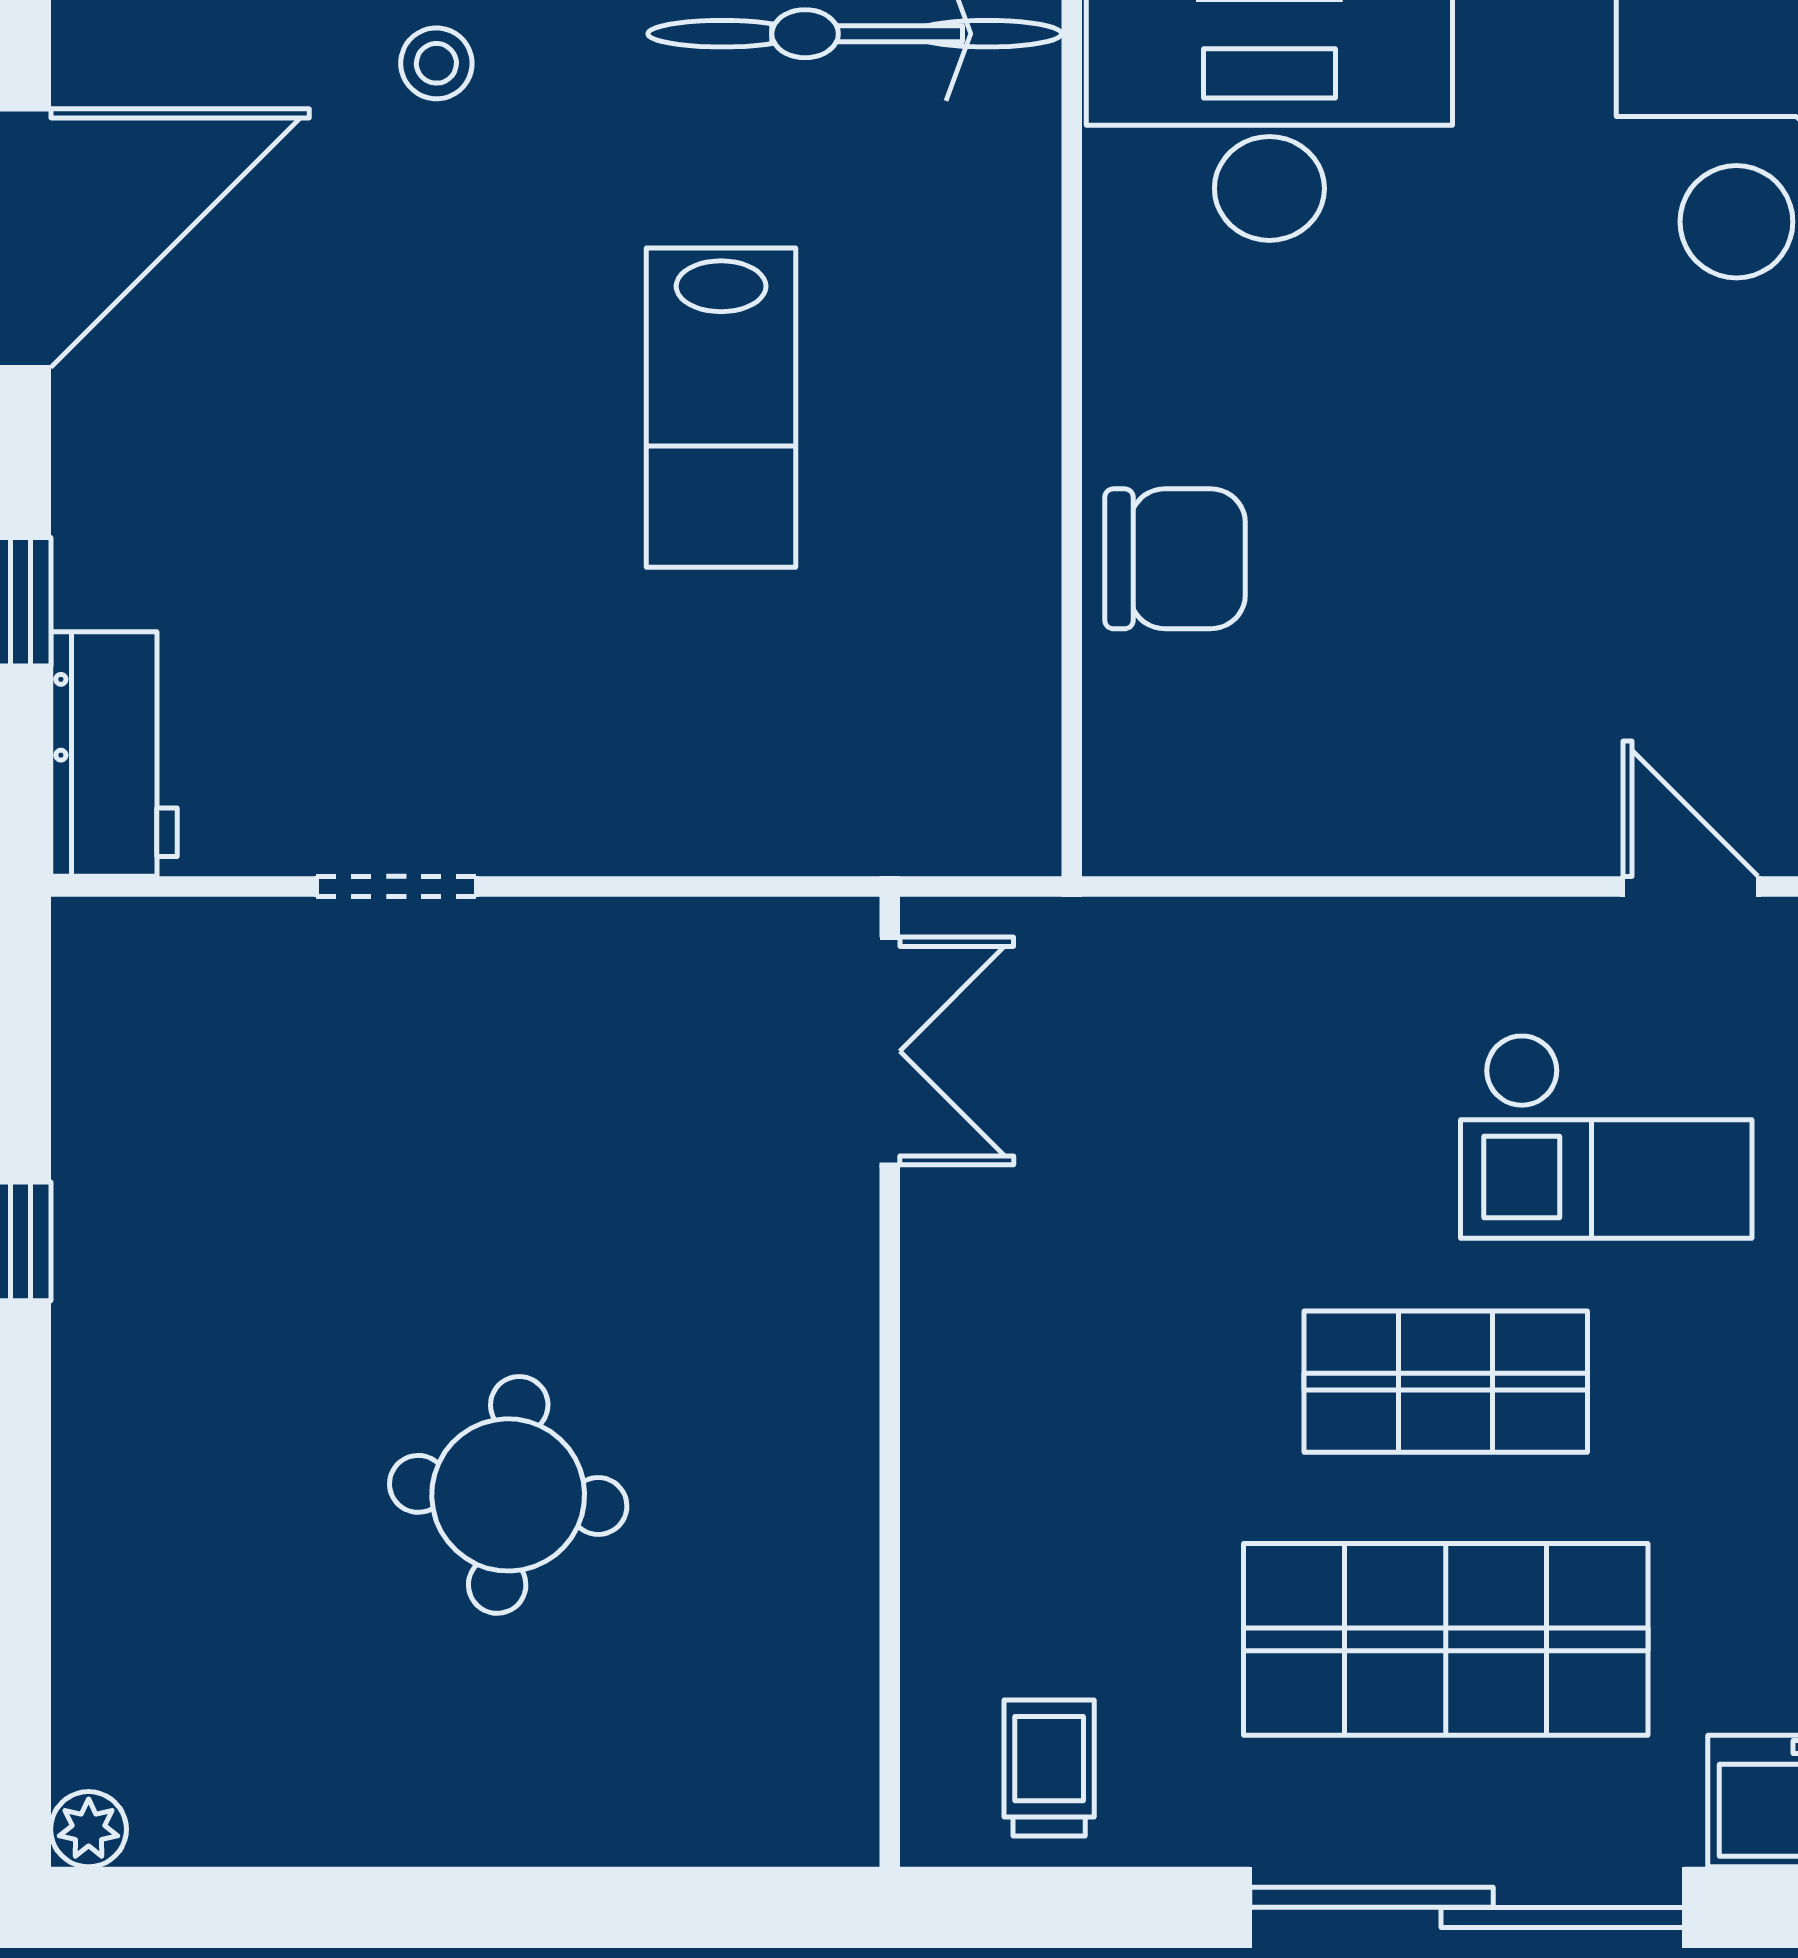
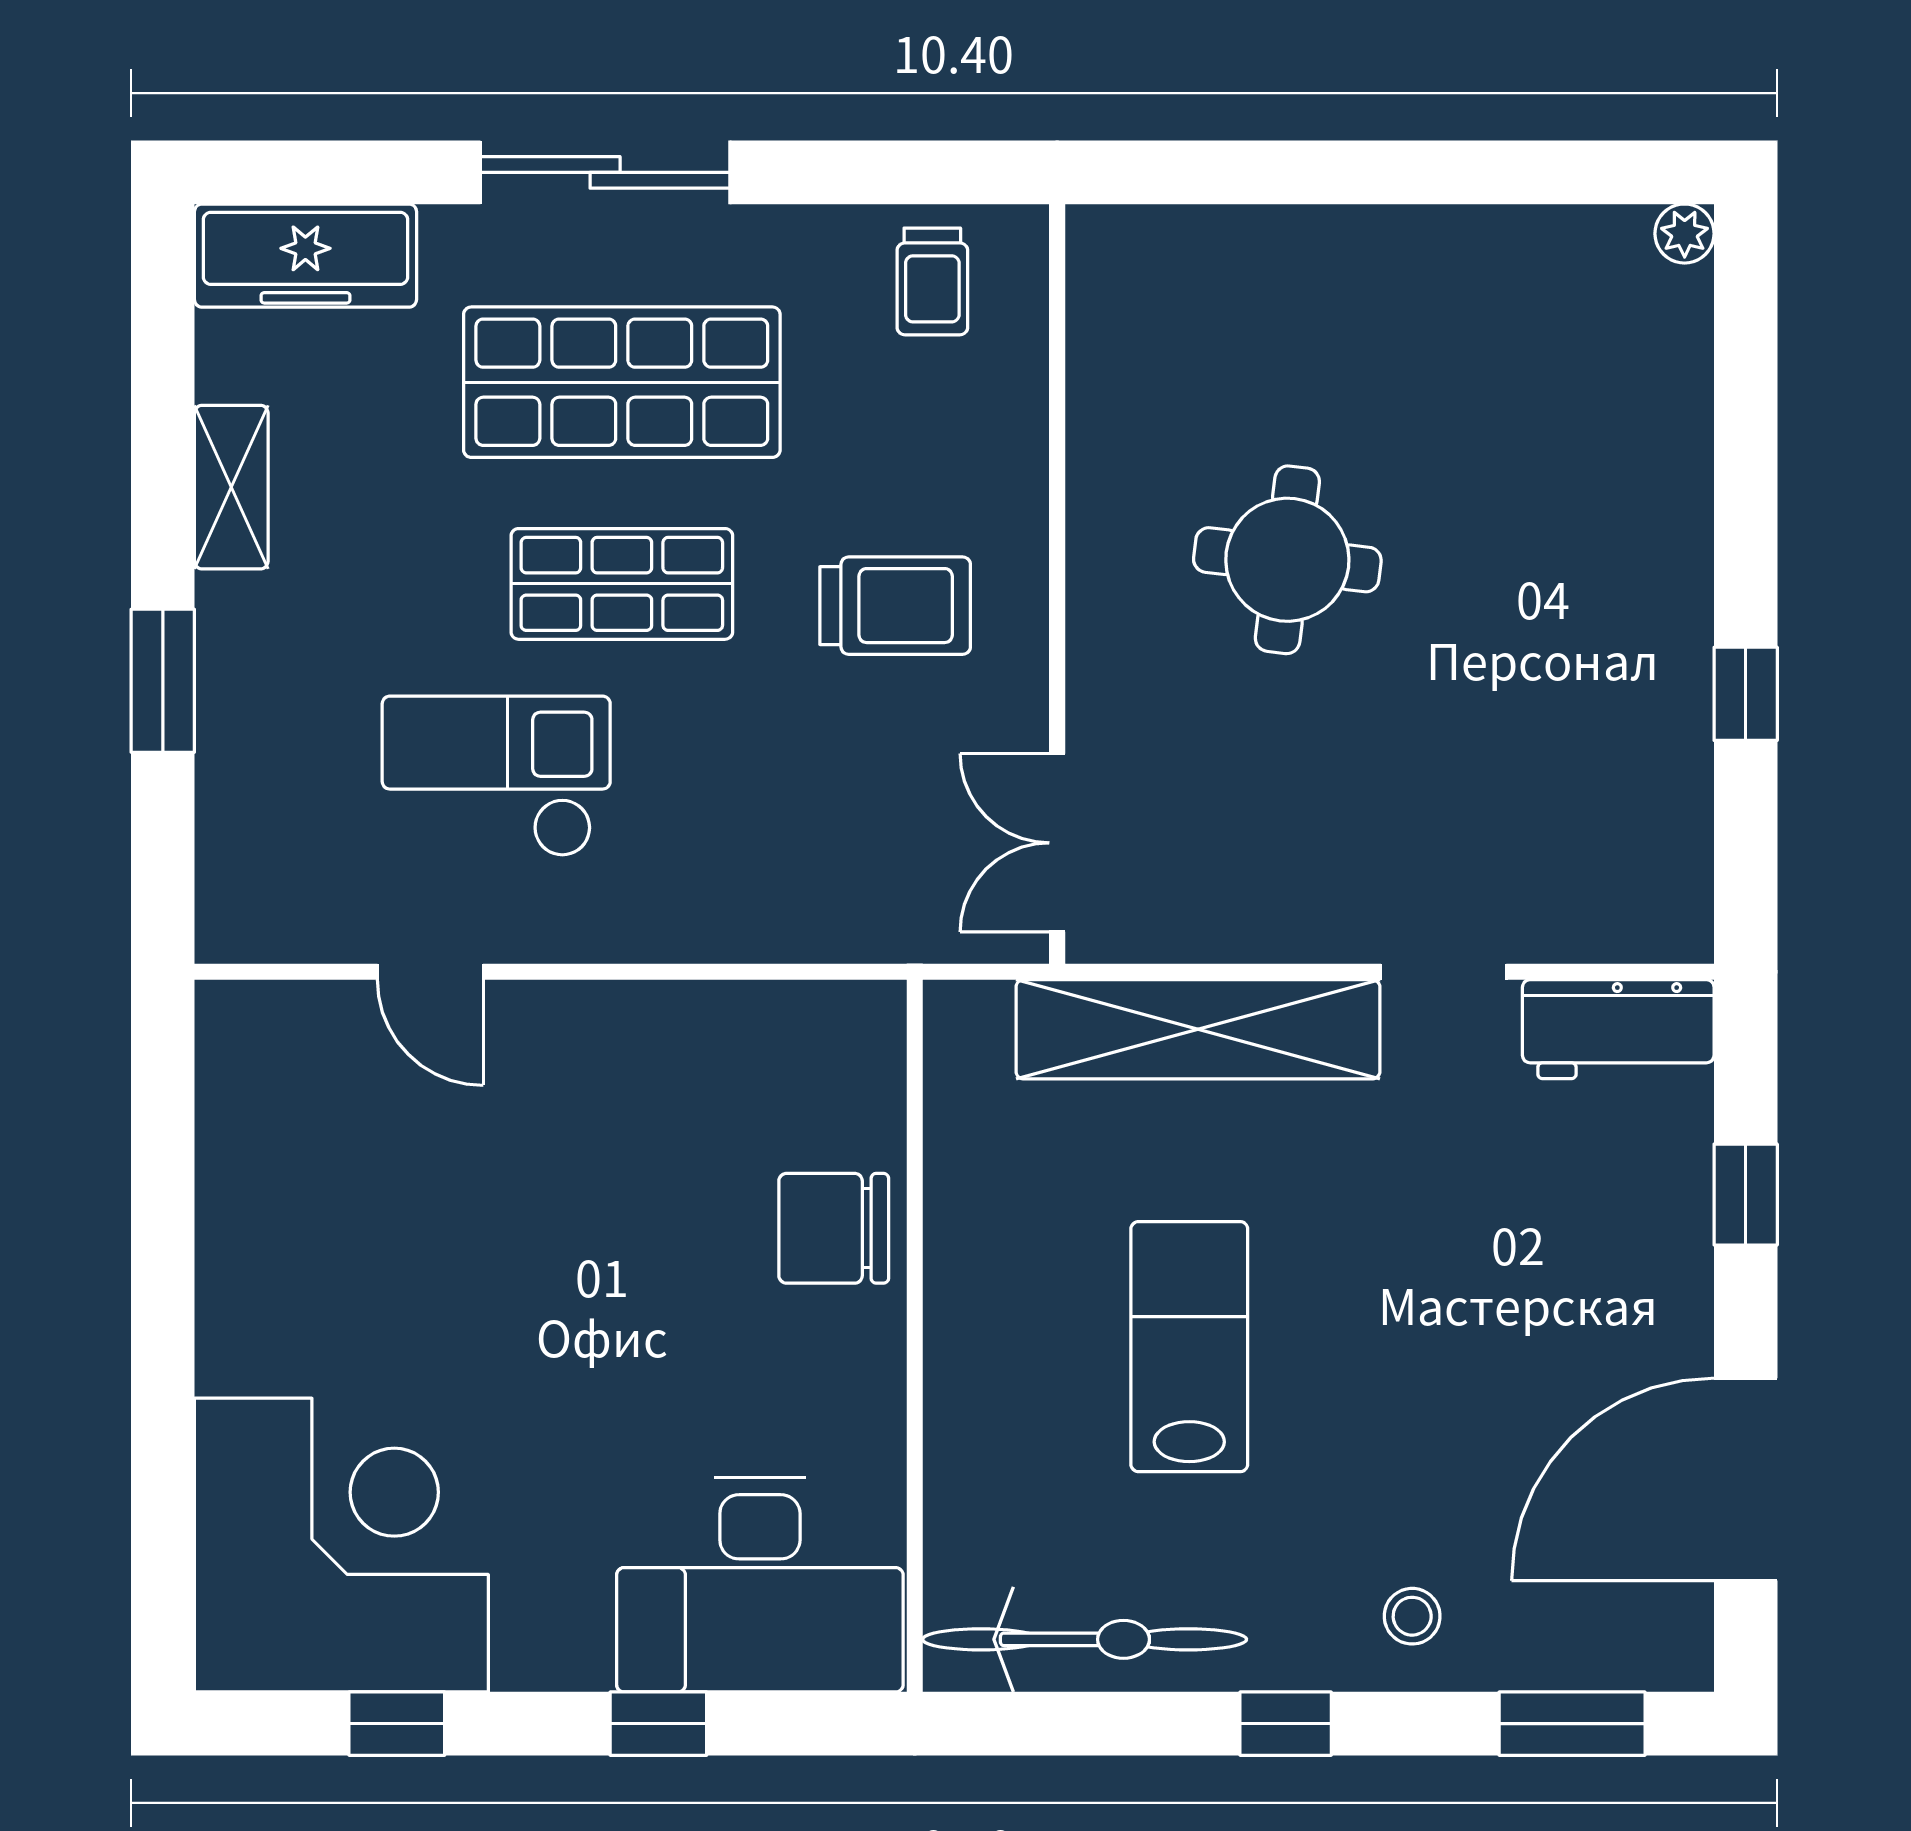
workbench: (114, 754) -> (1618, 1029), moved, turned -90
shelving: (710, 813) -> (1198, 1029), added
trolley: (1097, 1354) -> (895, 606), added
round table: (508, 1495) -> (1287, 560), moved
sliding door: (1467, 1907) -> (605, 172), width x0.73

